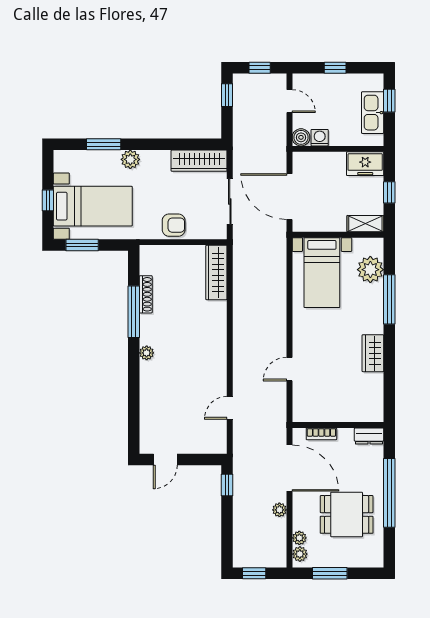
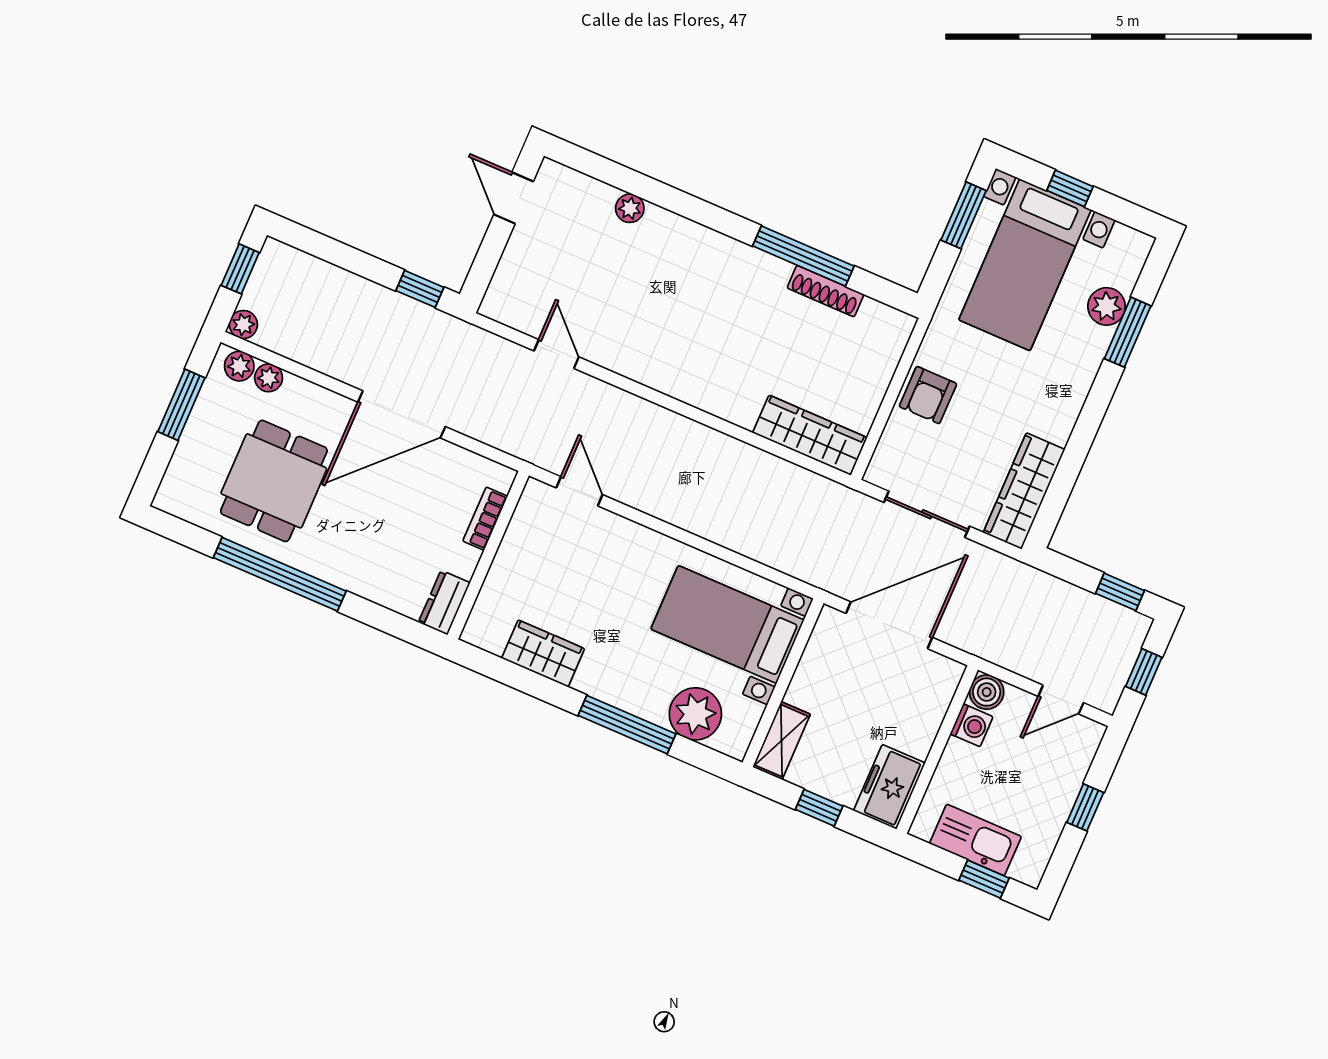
plant: (130, 159) -> (1107, 306), moved
plant: (147, 353) -> (630, 208), moved
wall: (338, 425) -> (488, 555), moved
bookcase: (321, 434) -> (485, 519), moved
dresser: (369, 436) -> (444, 603), moved
plant: (279, 510) -> (243, 325), moved

